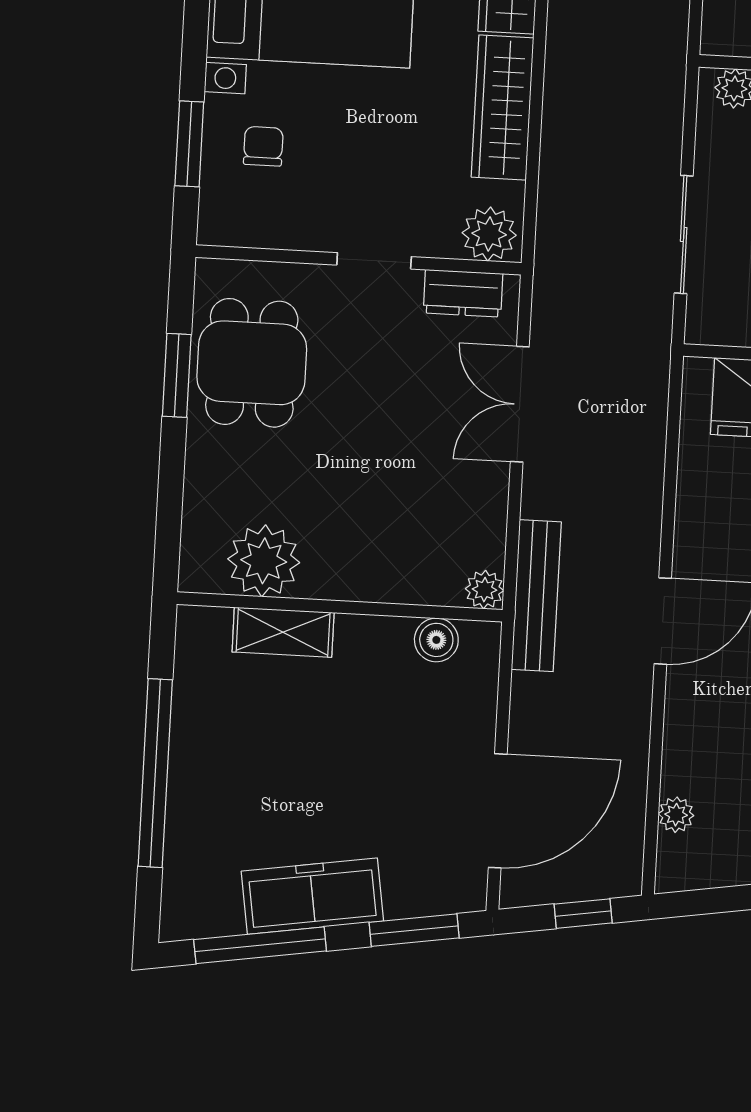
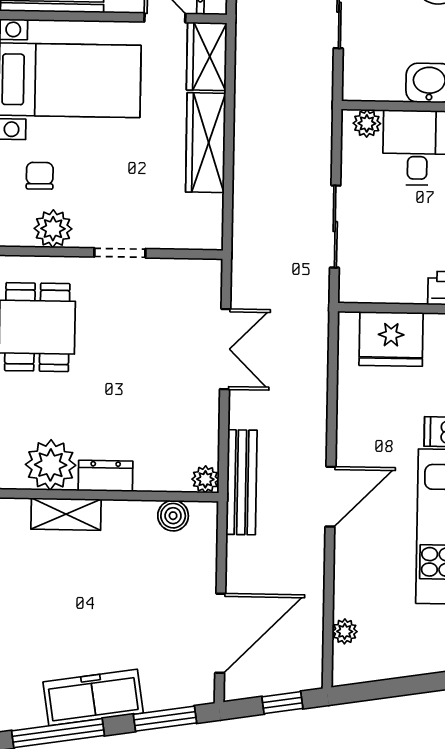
plant: (489, 234) -> (53, 229), moved
dresser: (463, 293) -> (105, 476), moved, turned 180
double door: (520, 404) -> (225, 349), swing flipped

